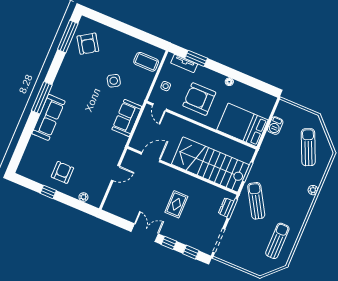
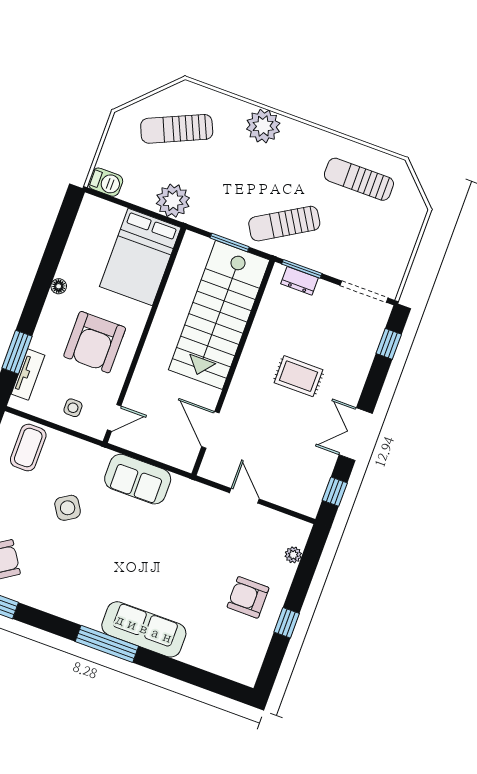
barbecue: (275, 126) -> (106, 182), moved
plant: (271, 143) -> (173, 201), added
plant: (313, 190) -> (263, 126), width x1.88, depth x1.88
window: (169, 243) -> (335, 492), moved

